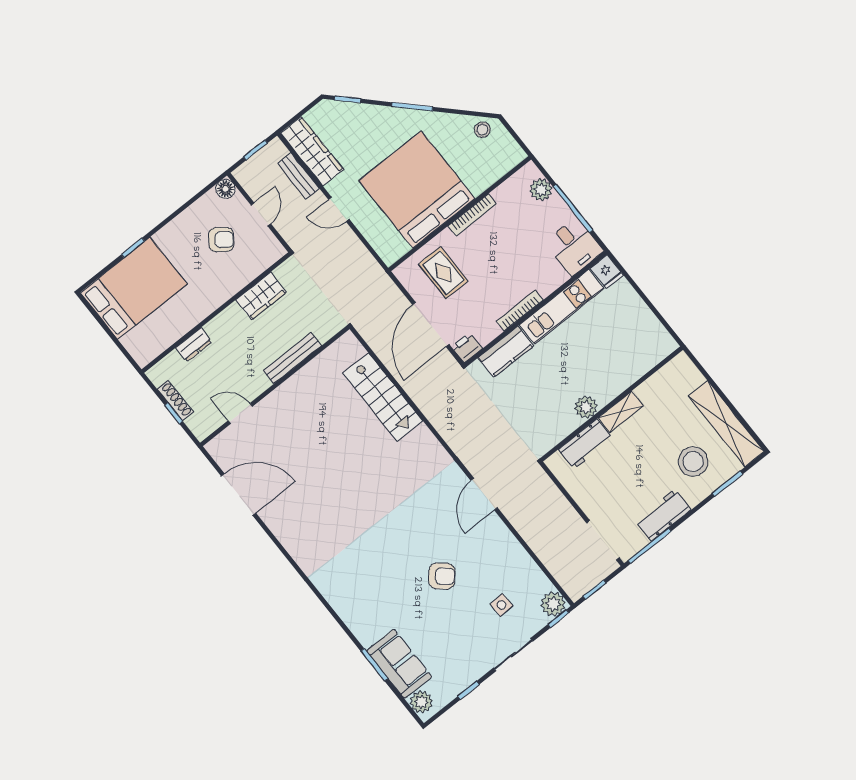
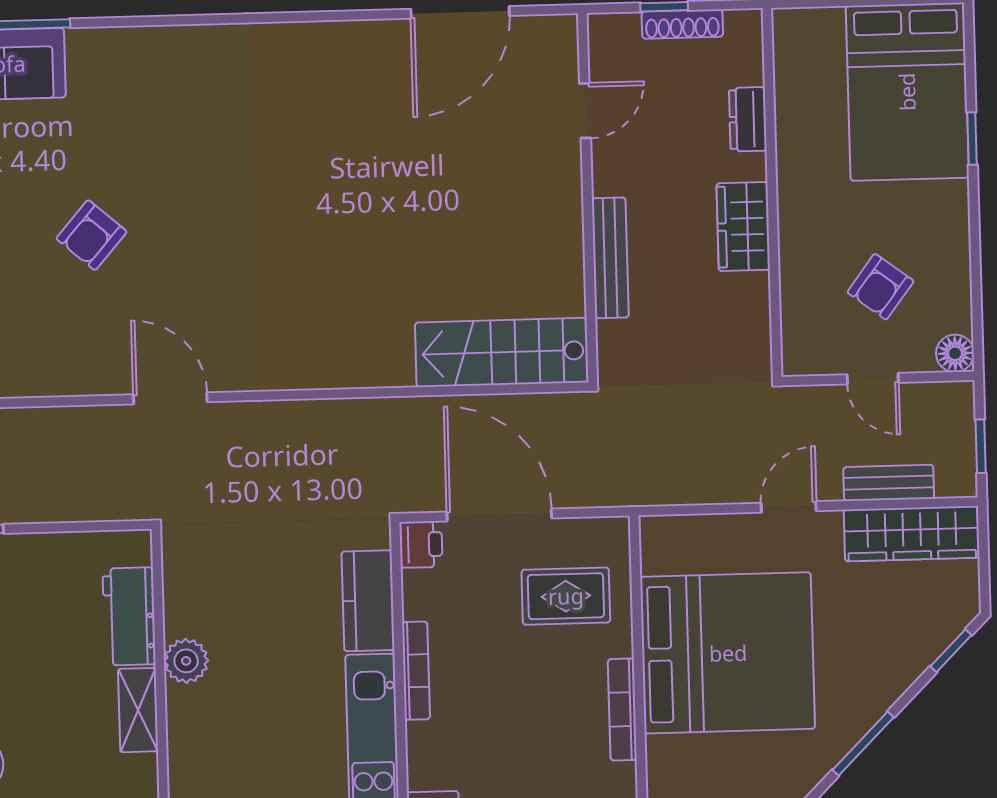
wardrobe: (261, 296) -> (743, 227), moved
stairs: (383, 397) -> (502, 352), moved

